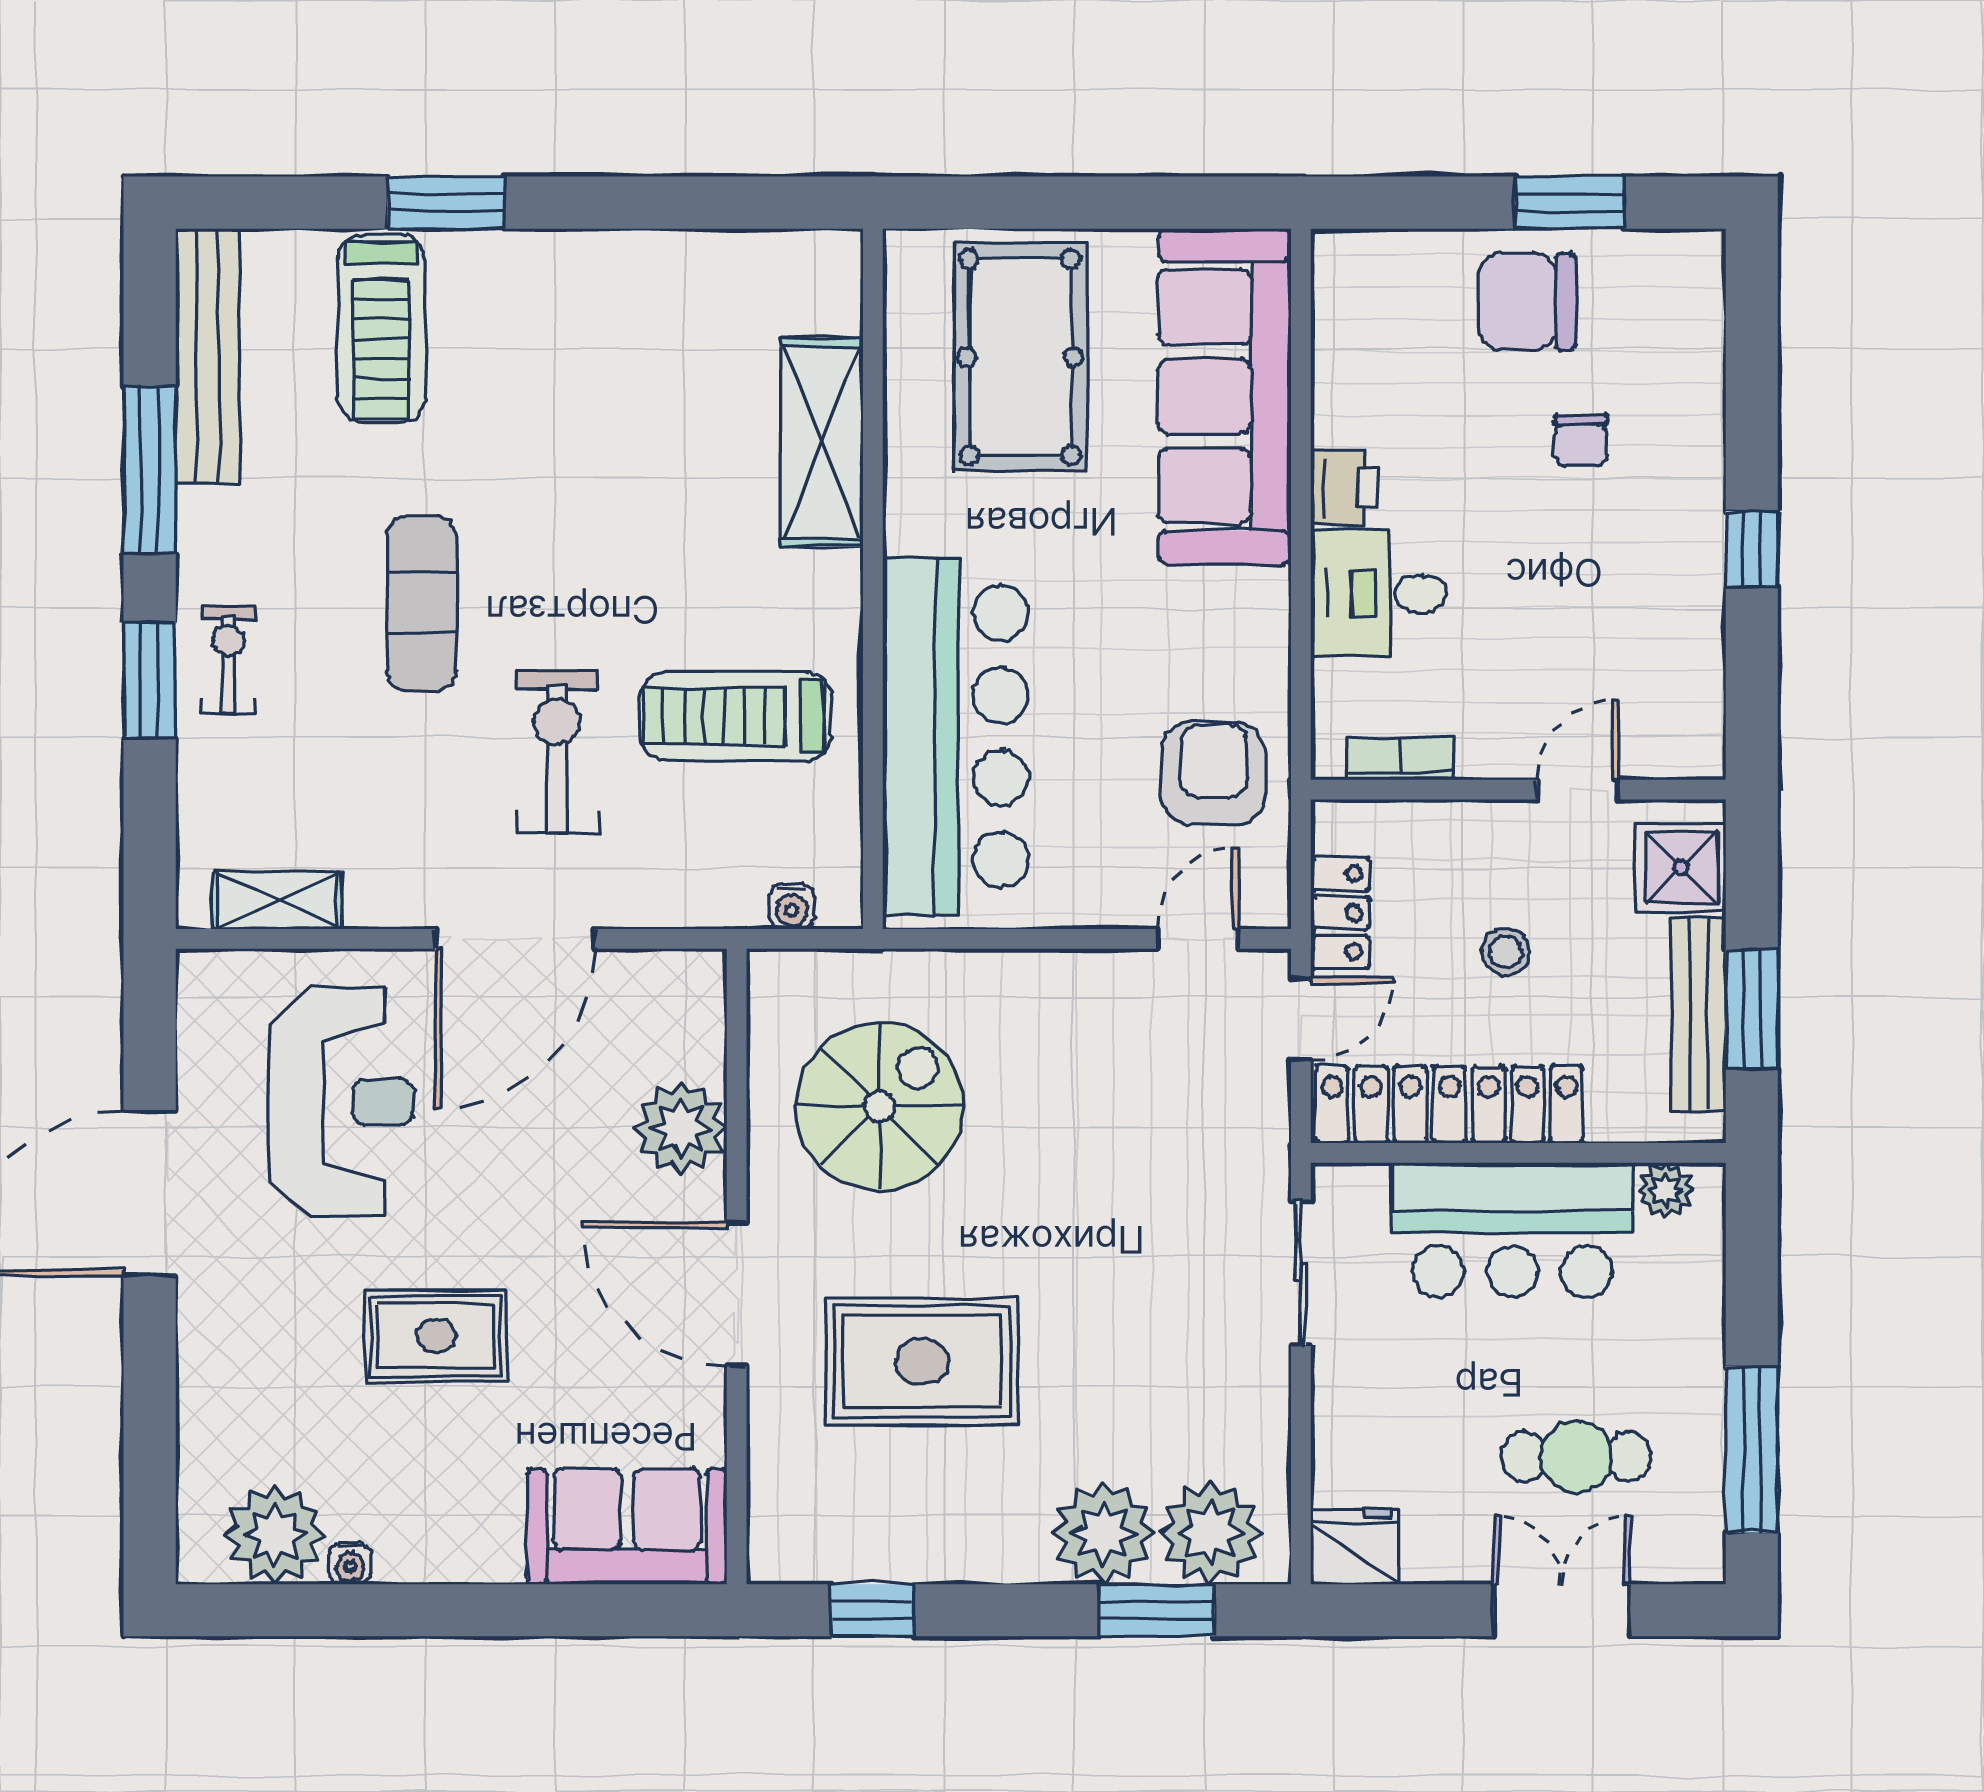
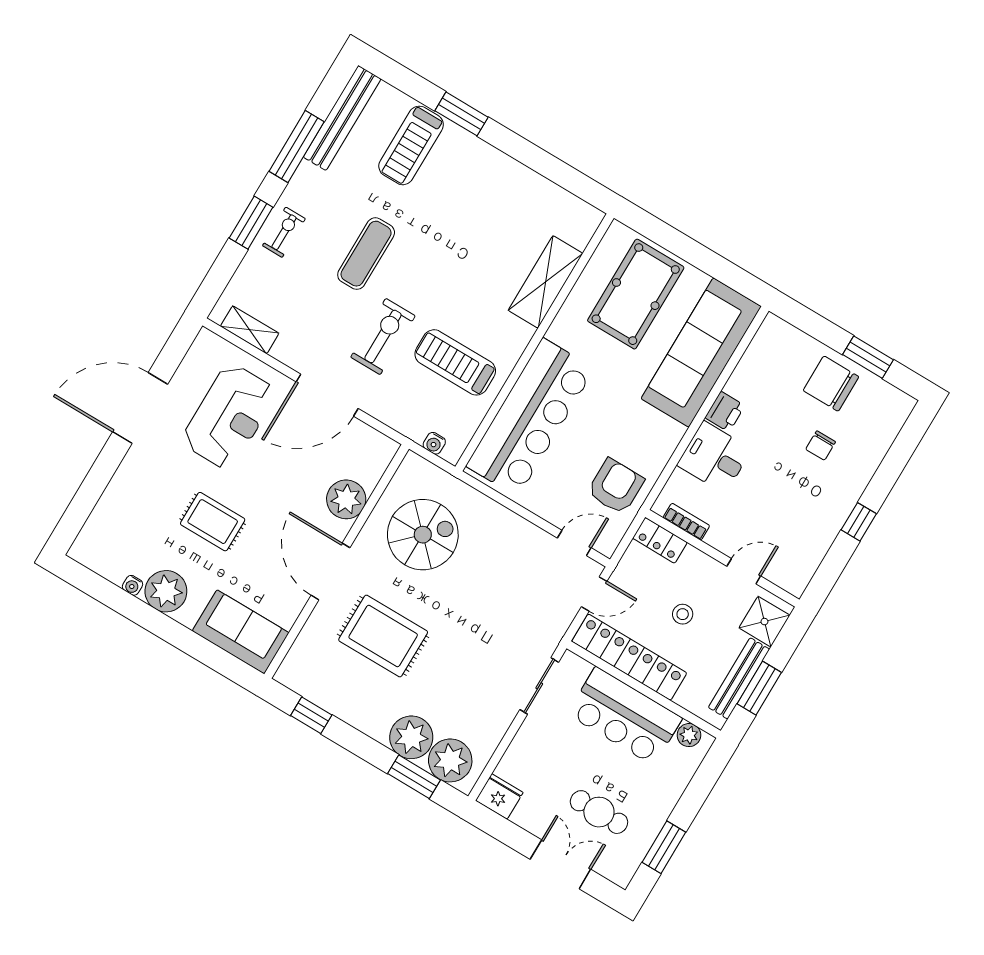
locker: (1340, 913) -> (660, 540), moved, turned 90
window: (1752, 1449) -> (664, 847), width x0.69
plant: (275, 1535) -> (166, 591), moved

